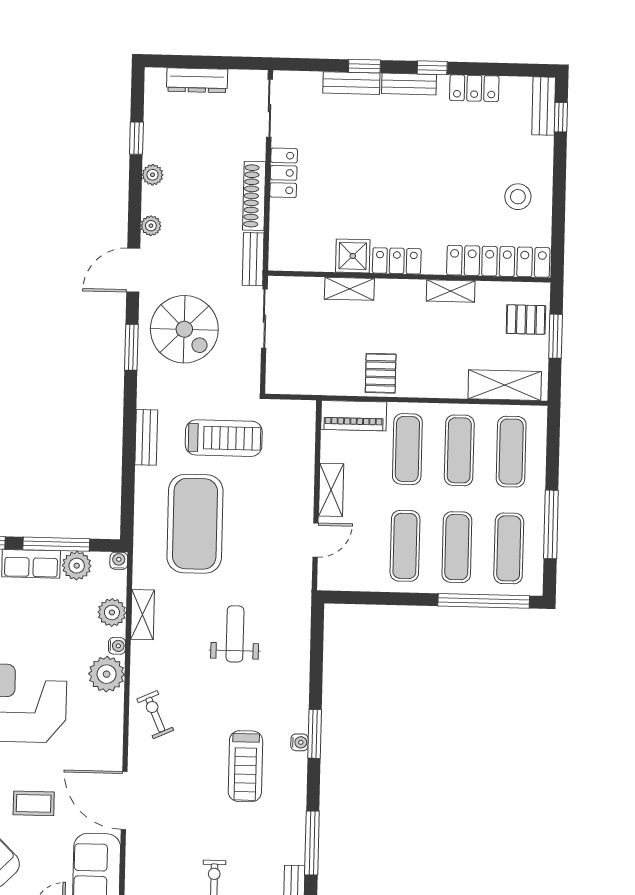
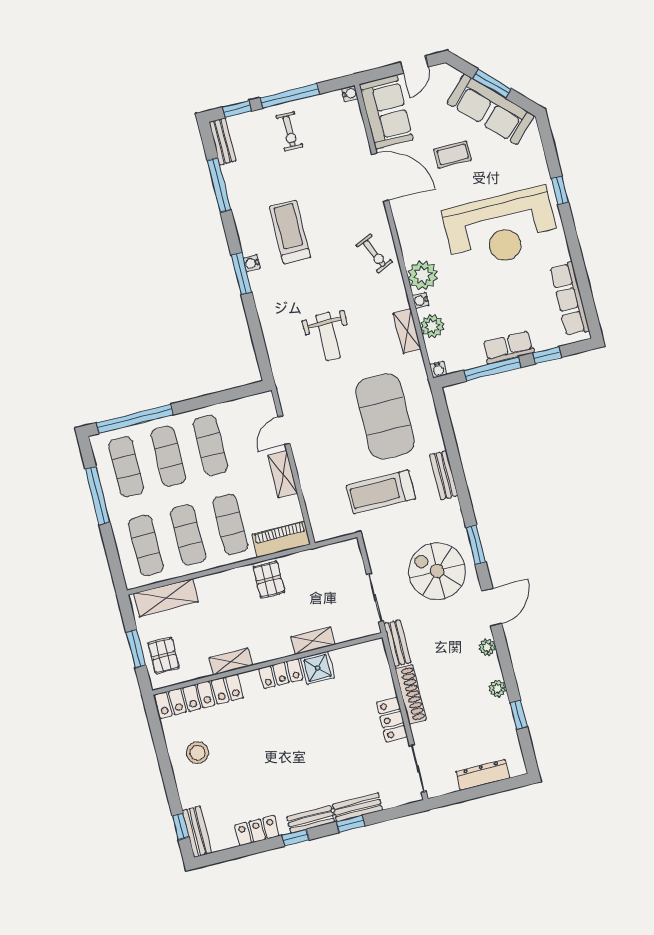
pallet: (526, 320) -> (164, 655), turned 90
plant: (77, 566) -> (471, 356), removed

